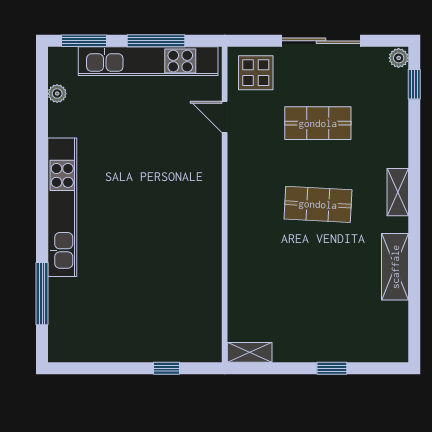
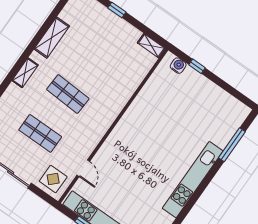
water cooler: (193, 351) -> (178, 66), added

